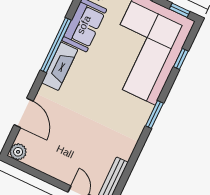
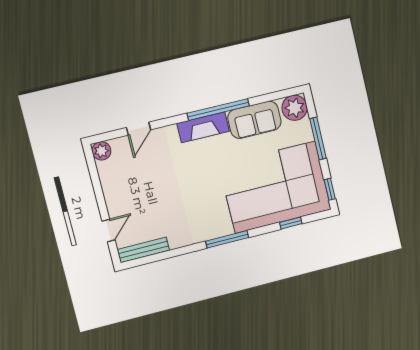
door: (24, 113) -> (139, 129), width x0.73
window: (154, 115) -> (227, 239), width x1.44

